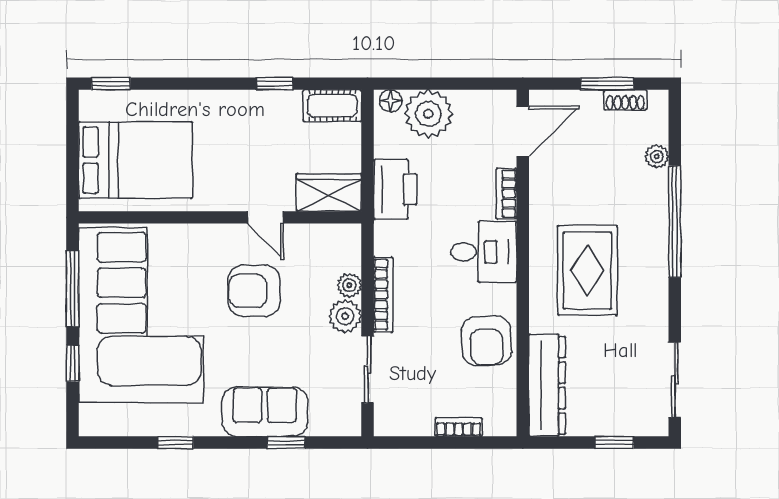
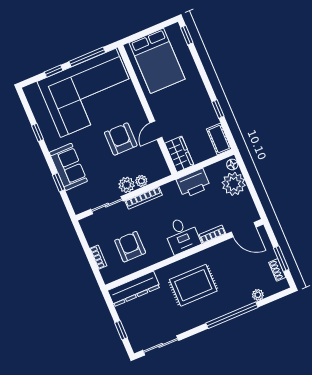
armchair: (486, 341) -> (130, 247), moved, turned 93

